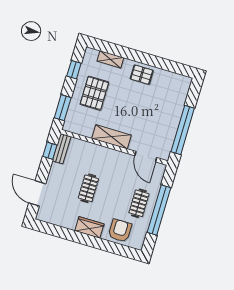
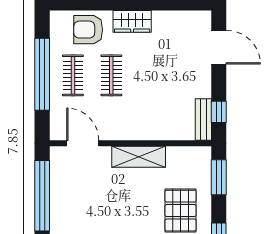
clothes rail: (88, 188) -> (111, 75), moved
armchair: (120, 231) -> (88, 30), turned 90

